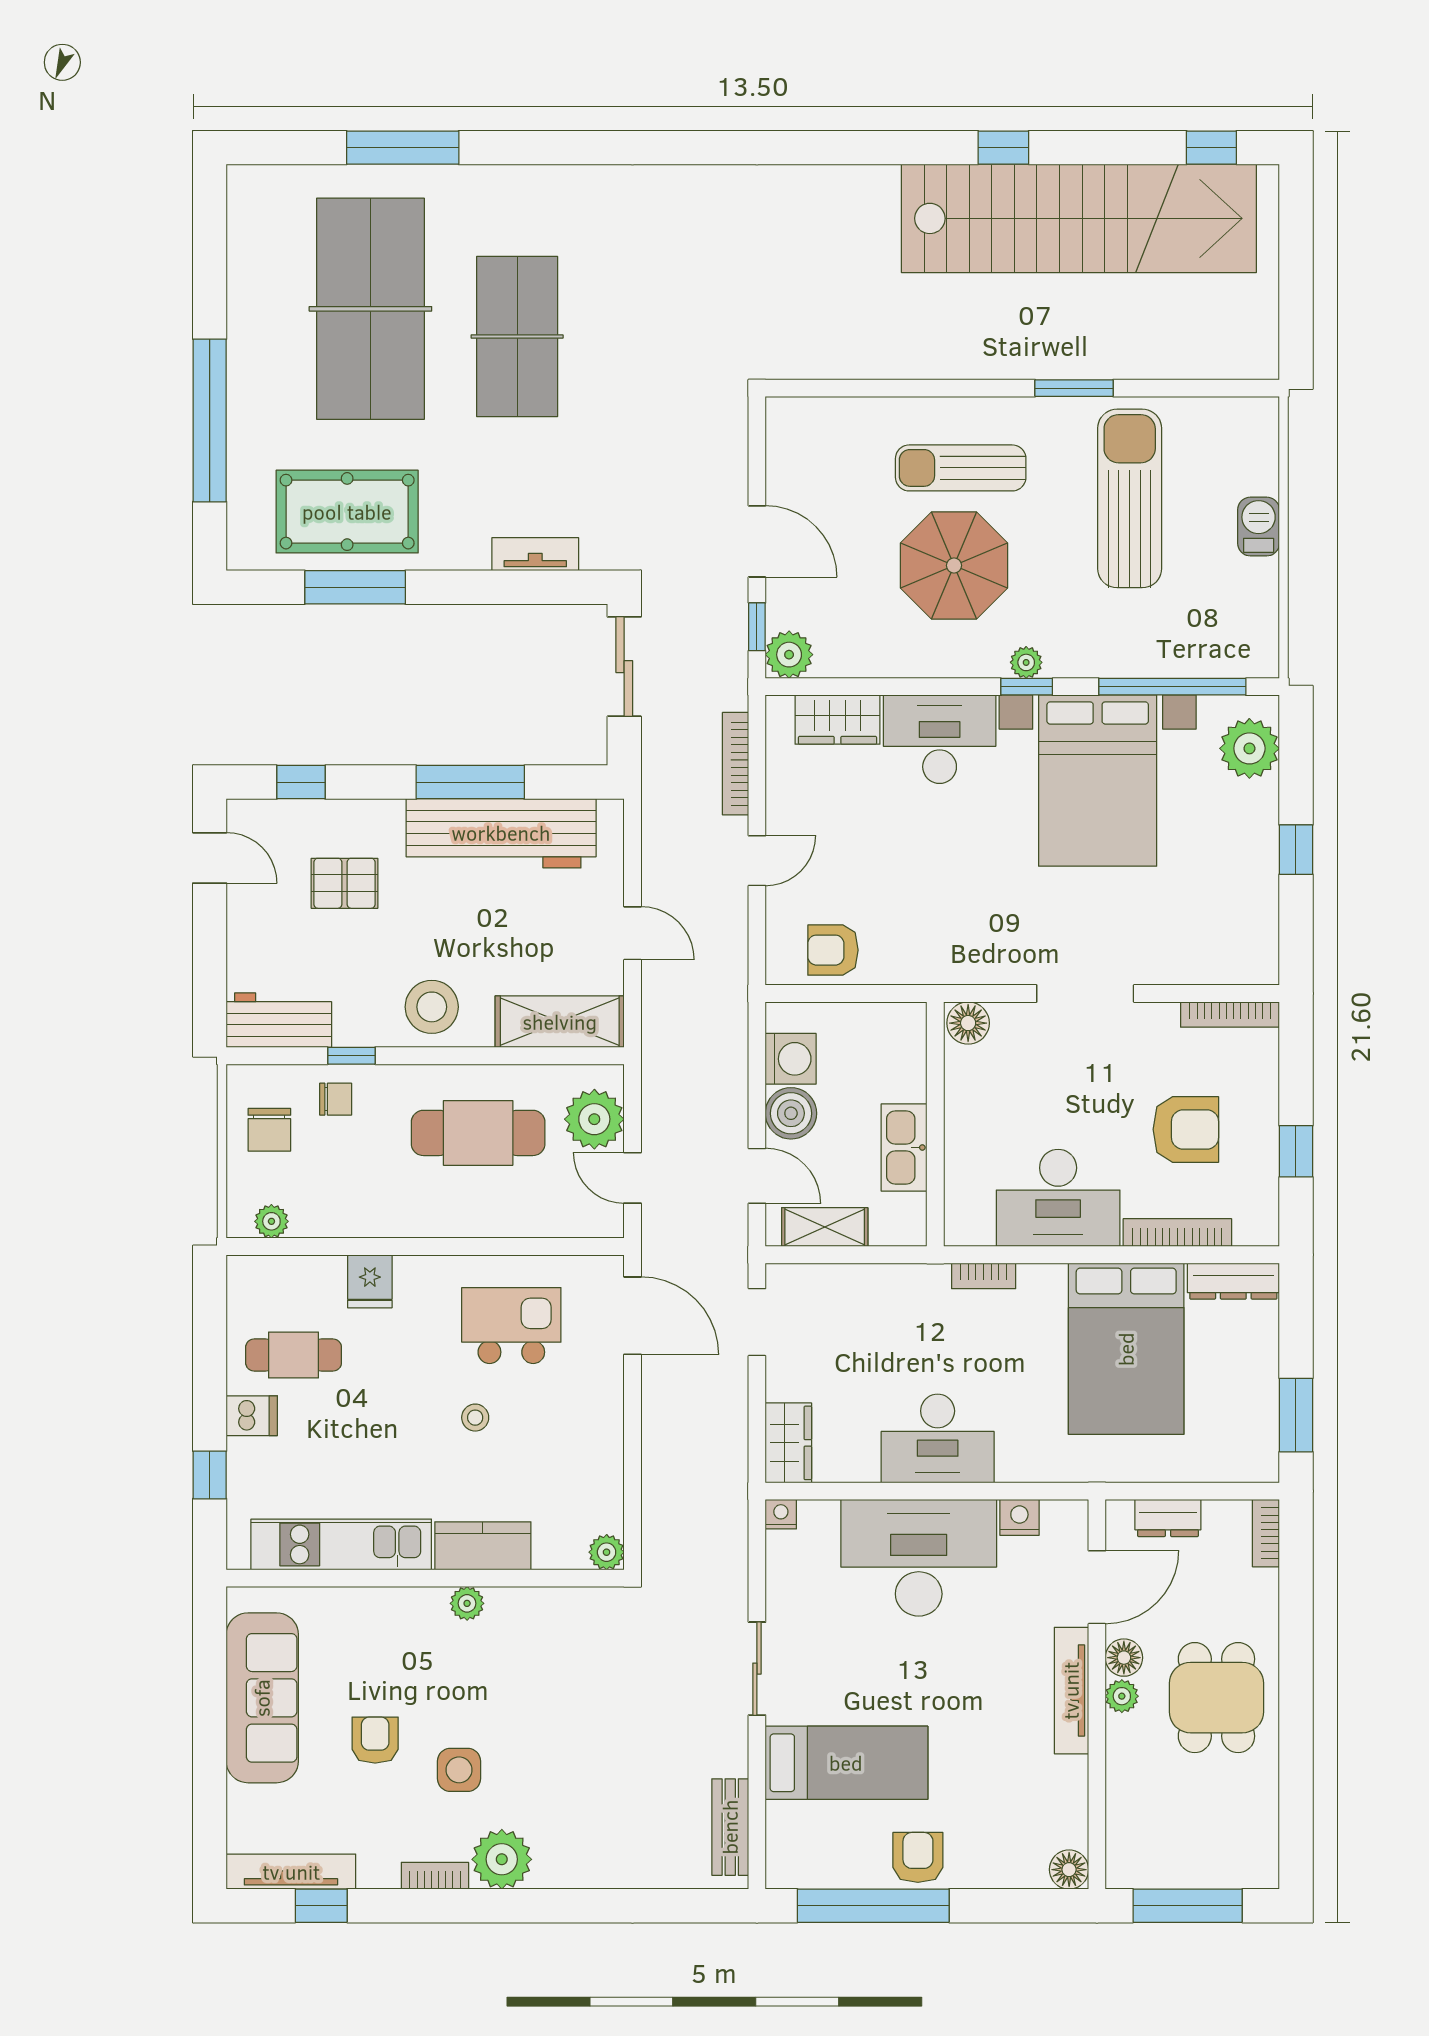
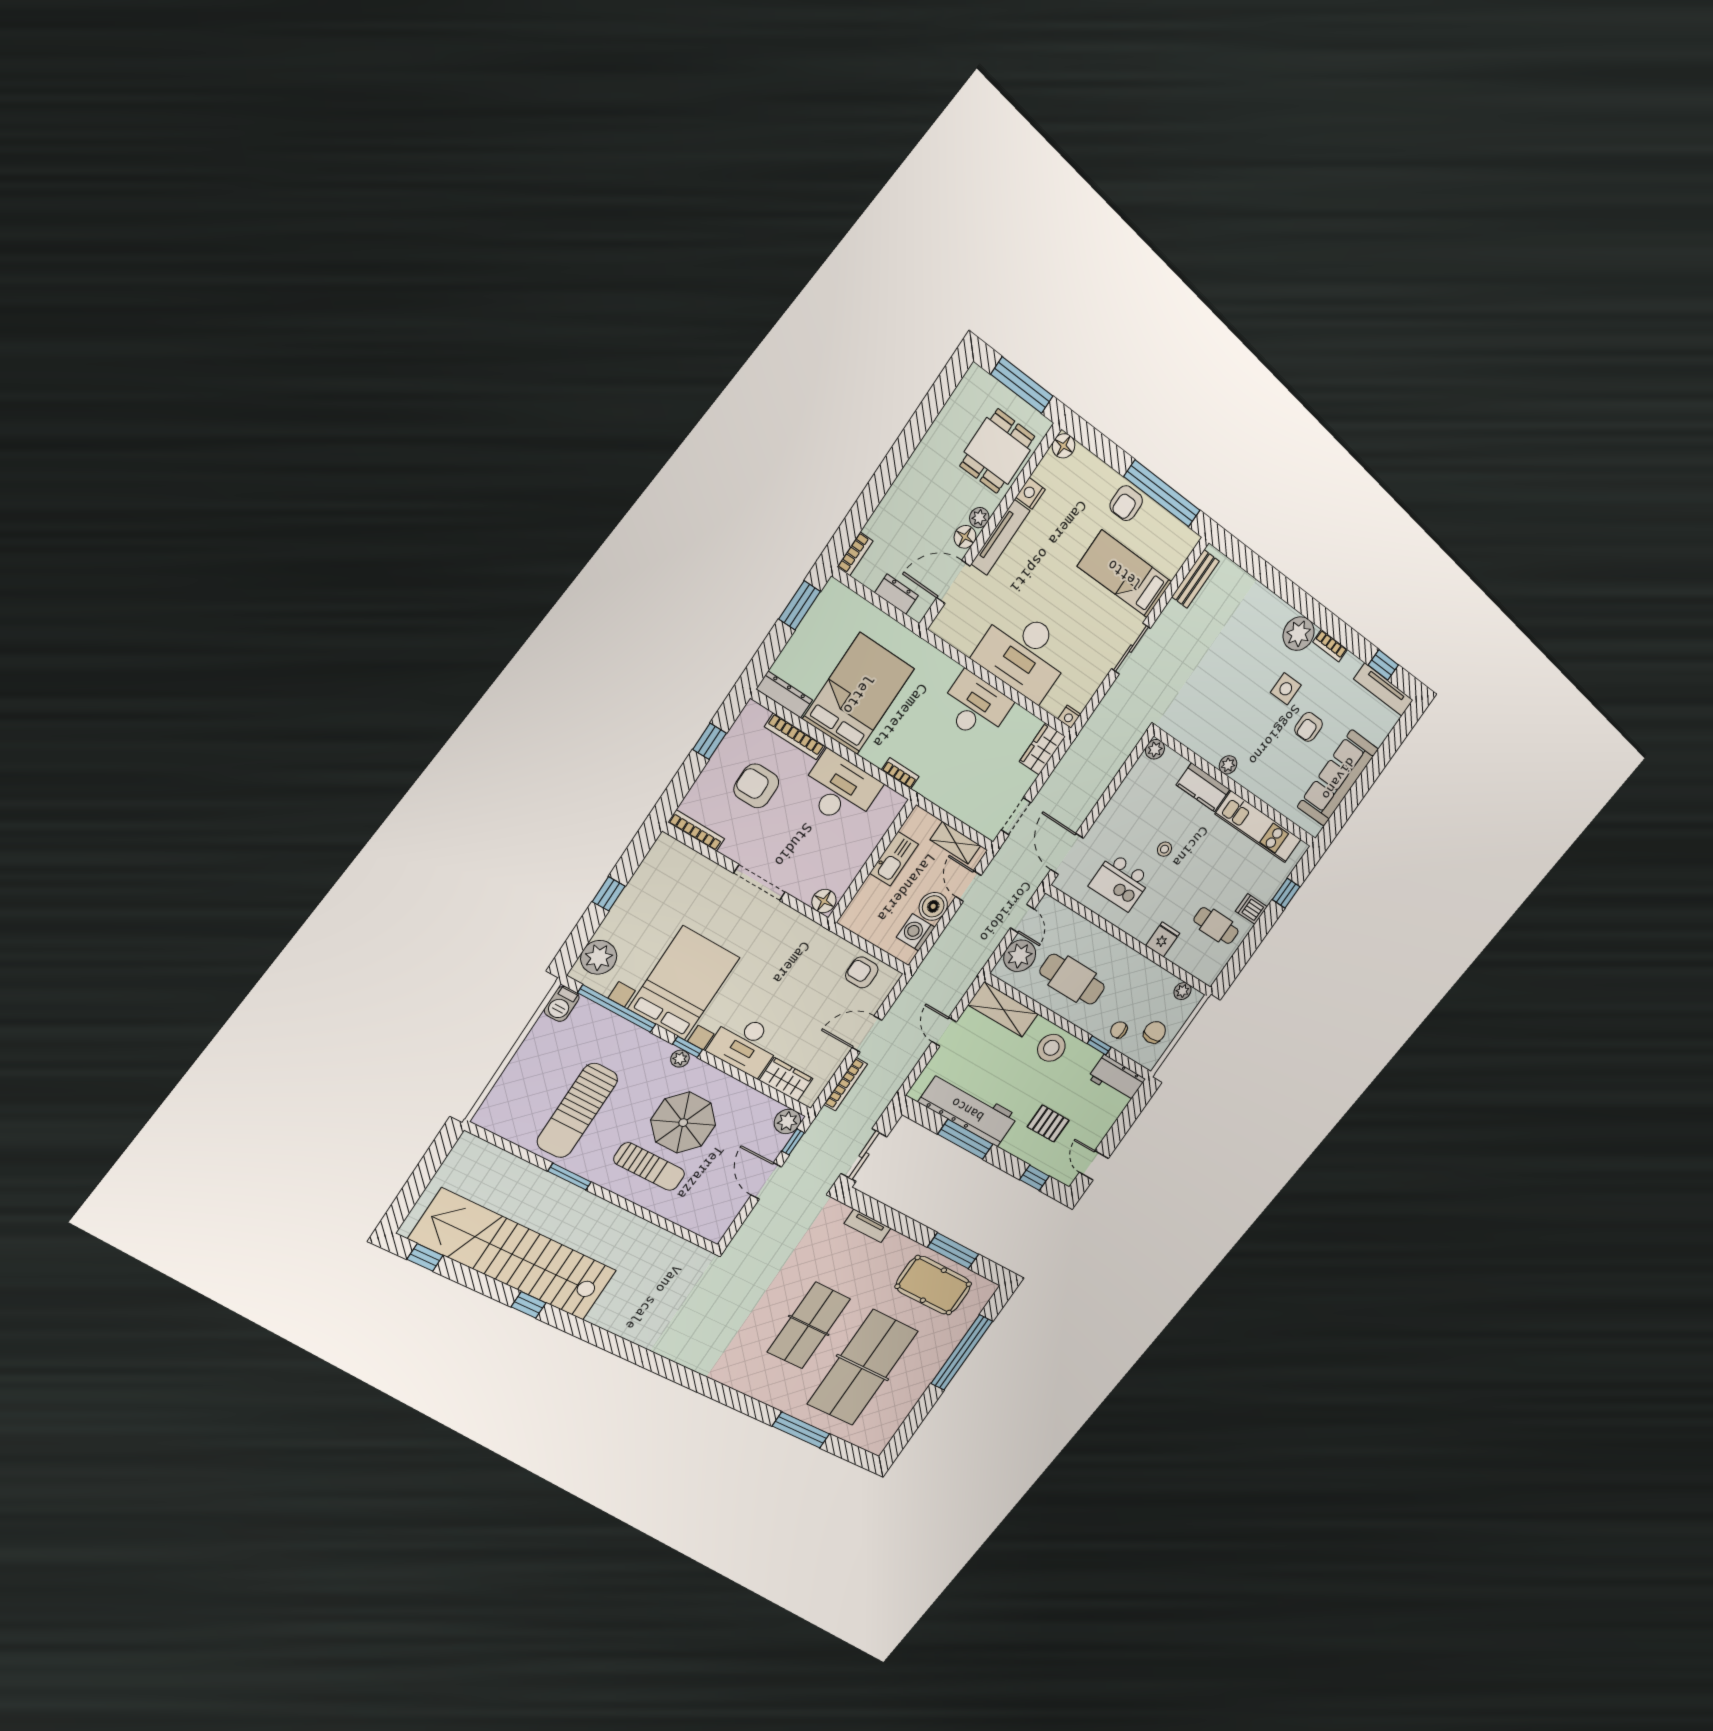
barbecue: (1259, 527) -> (562, 1004), moved
door: (757, 861) -> (867, 1034), width x1.37
armchair: (833, 950) -> (862, 972), turned 180
nightstand: (1019, 1517) -> (1031, 493), moved, turned 90
dining table: (1216, 1698) -> (997, 451), moved

